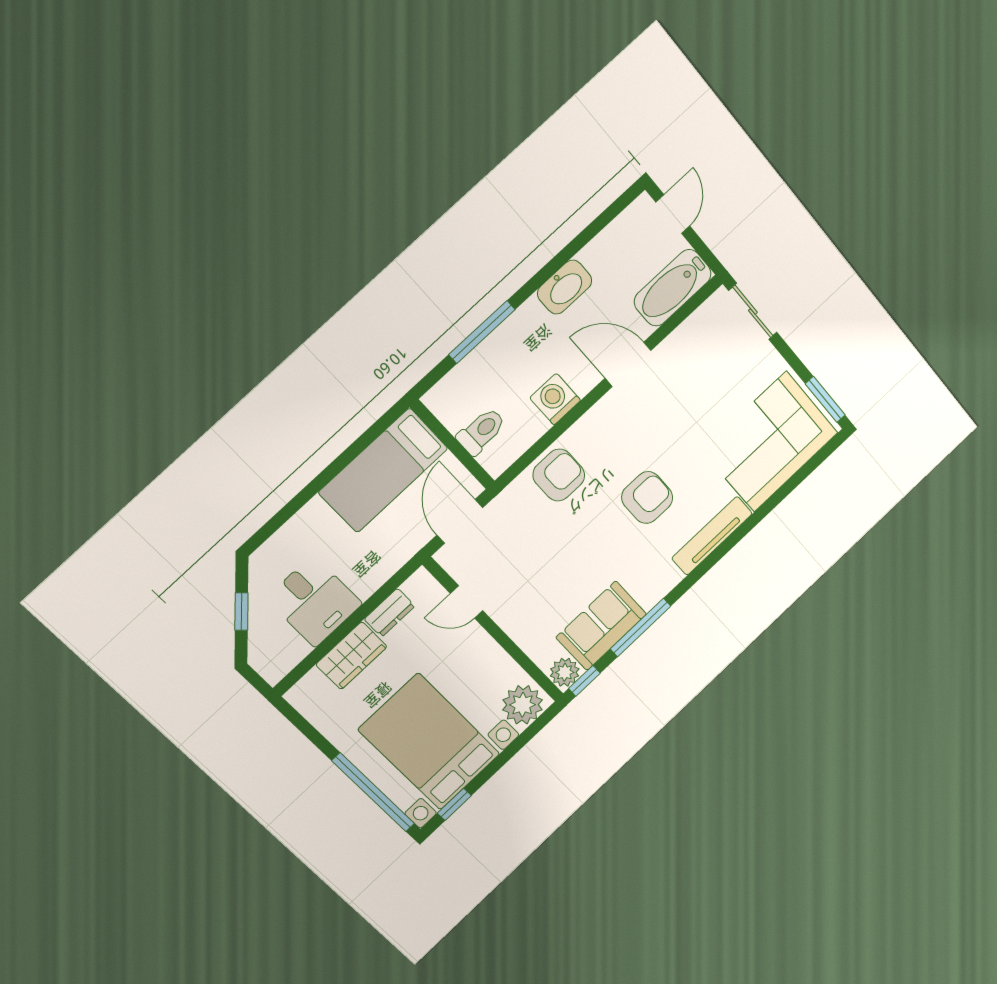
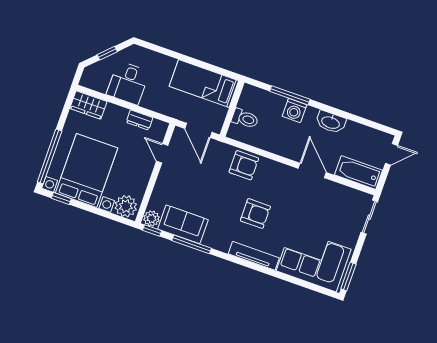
washing machine: (555, 399) -> (294, 110), moved, turned 180
door: (460, 521) -> (198, 130), swing flipped
wardrobe: (352, 656) -> (88, 105), moved

